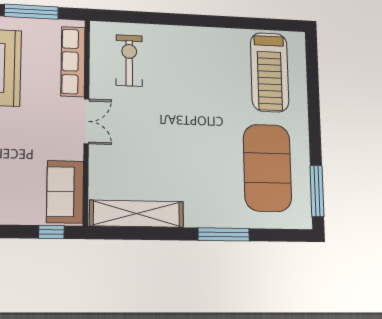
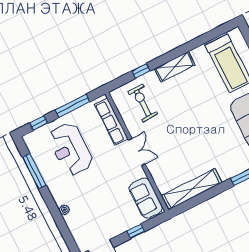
window: (149, 18) -> (141, 71), added
shelving: (197, 38) -> (175, 67), added
window: (51, 232) -> (136, 231), moved

